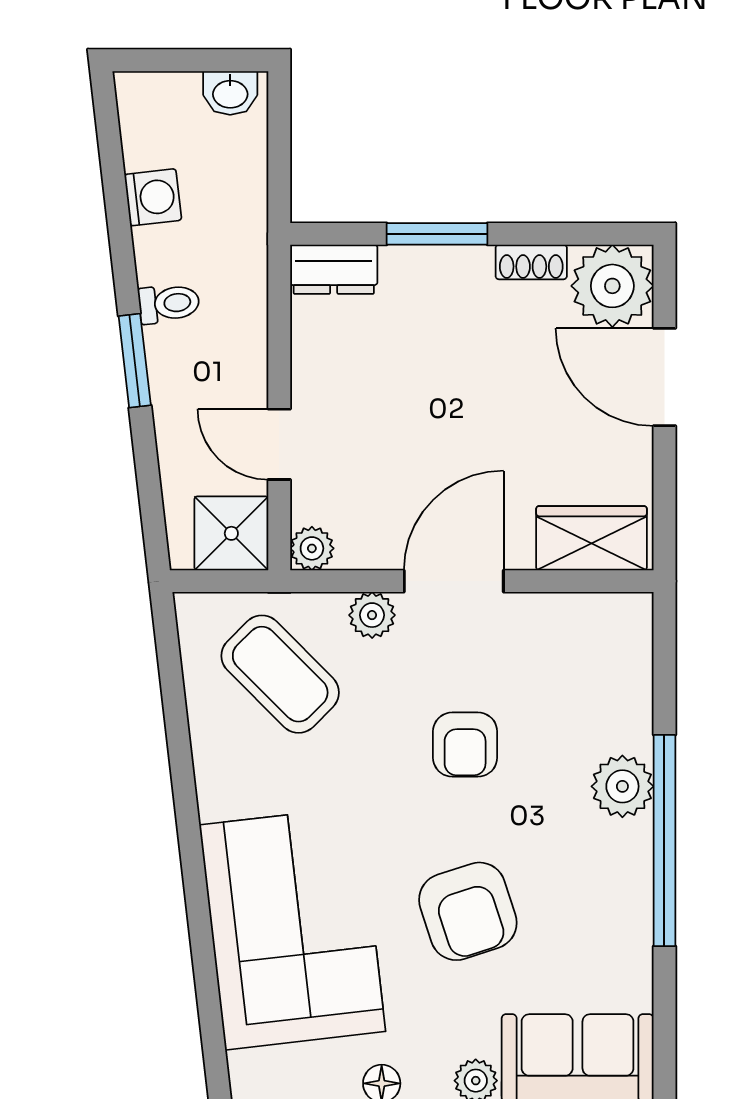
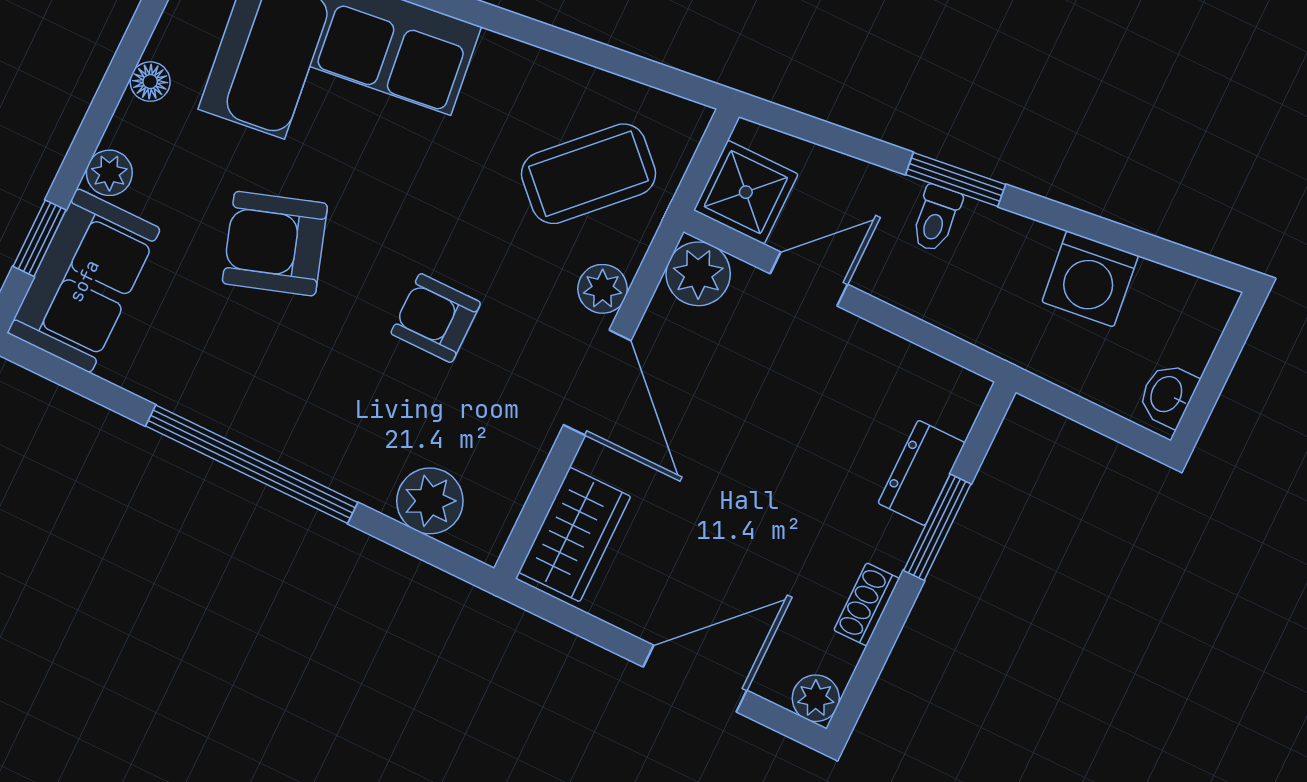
washing machine: (153, 197) -> (1090, 279), width x1.38, depth x1.38
dresser: (334, 269) -> (922, 473), moved
plant: (612, 286) -> (816, 698), width x0.53, depth x0.53
toilet: (169, 303) -> (936, 218), moved
plant: (312, 548) -> (698, 274), width x1.38, depth x1.38
plant: (622, 786) -> (430, 501), moved

